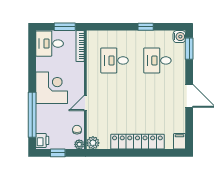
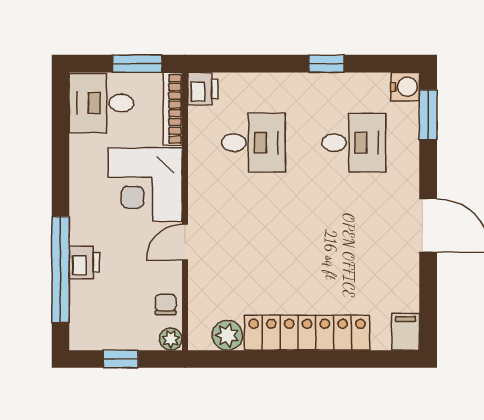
printer: (93, 37) -> (203, 89), added
desk: (115, 60) -> (253, 143), turned 180
desk: (157, 60) -> (354, 143), turned 180
corner desk: (52, 88) -> (145, 185), moved, turned 180
printer: (42, 140) -> (84, 262), moved
plant: (93, 143) -> (227, 335), moved

